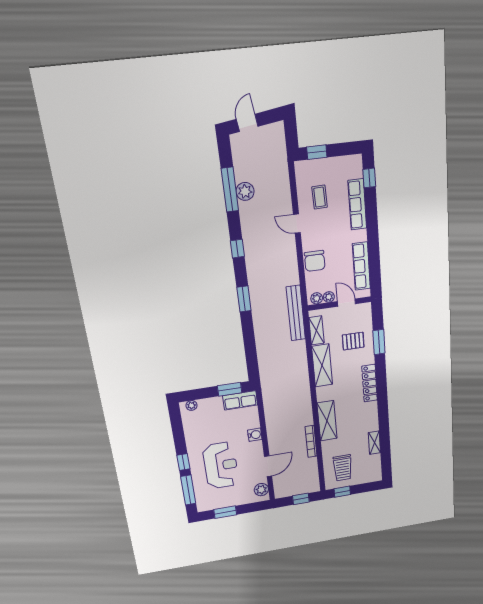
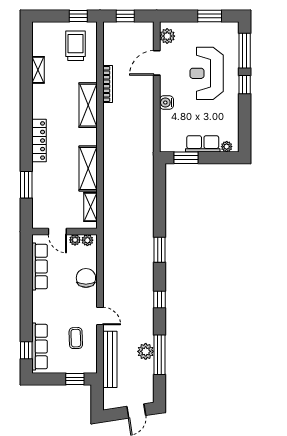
row of seats: (357, 204) -> (40, 347), moved
bench: (296, 313) -> (110, 359), moved
pallet: (353, 341) -> (53, 190), removed
row of seats: (240, 400) -> (203, 144), moved

